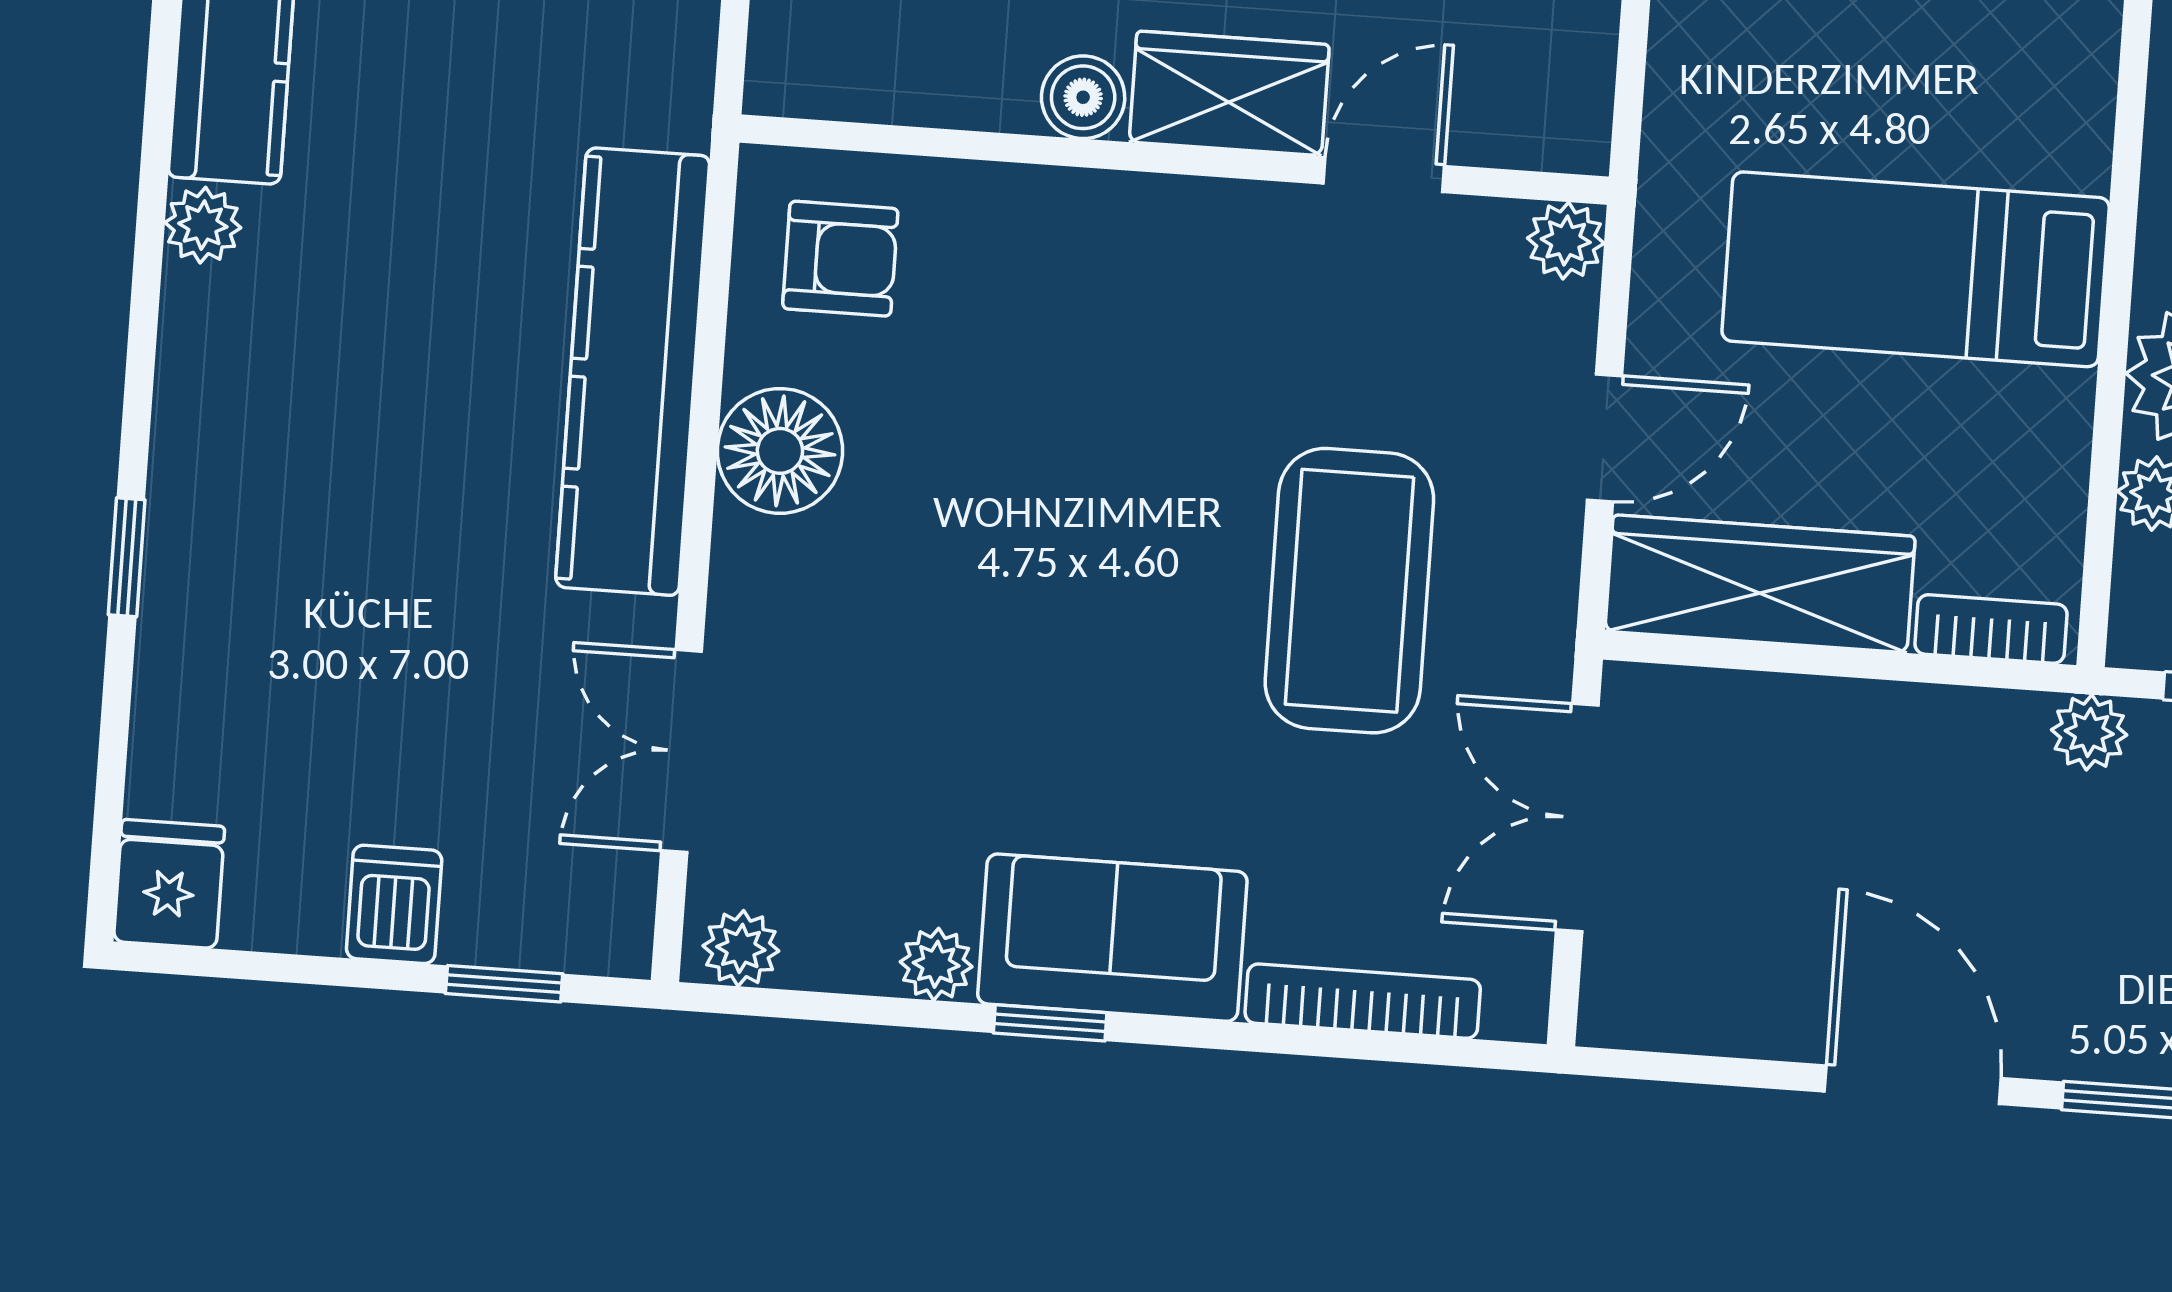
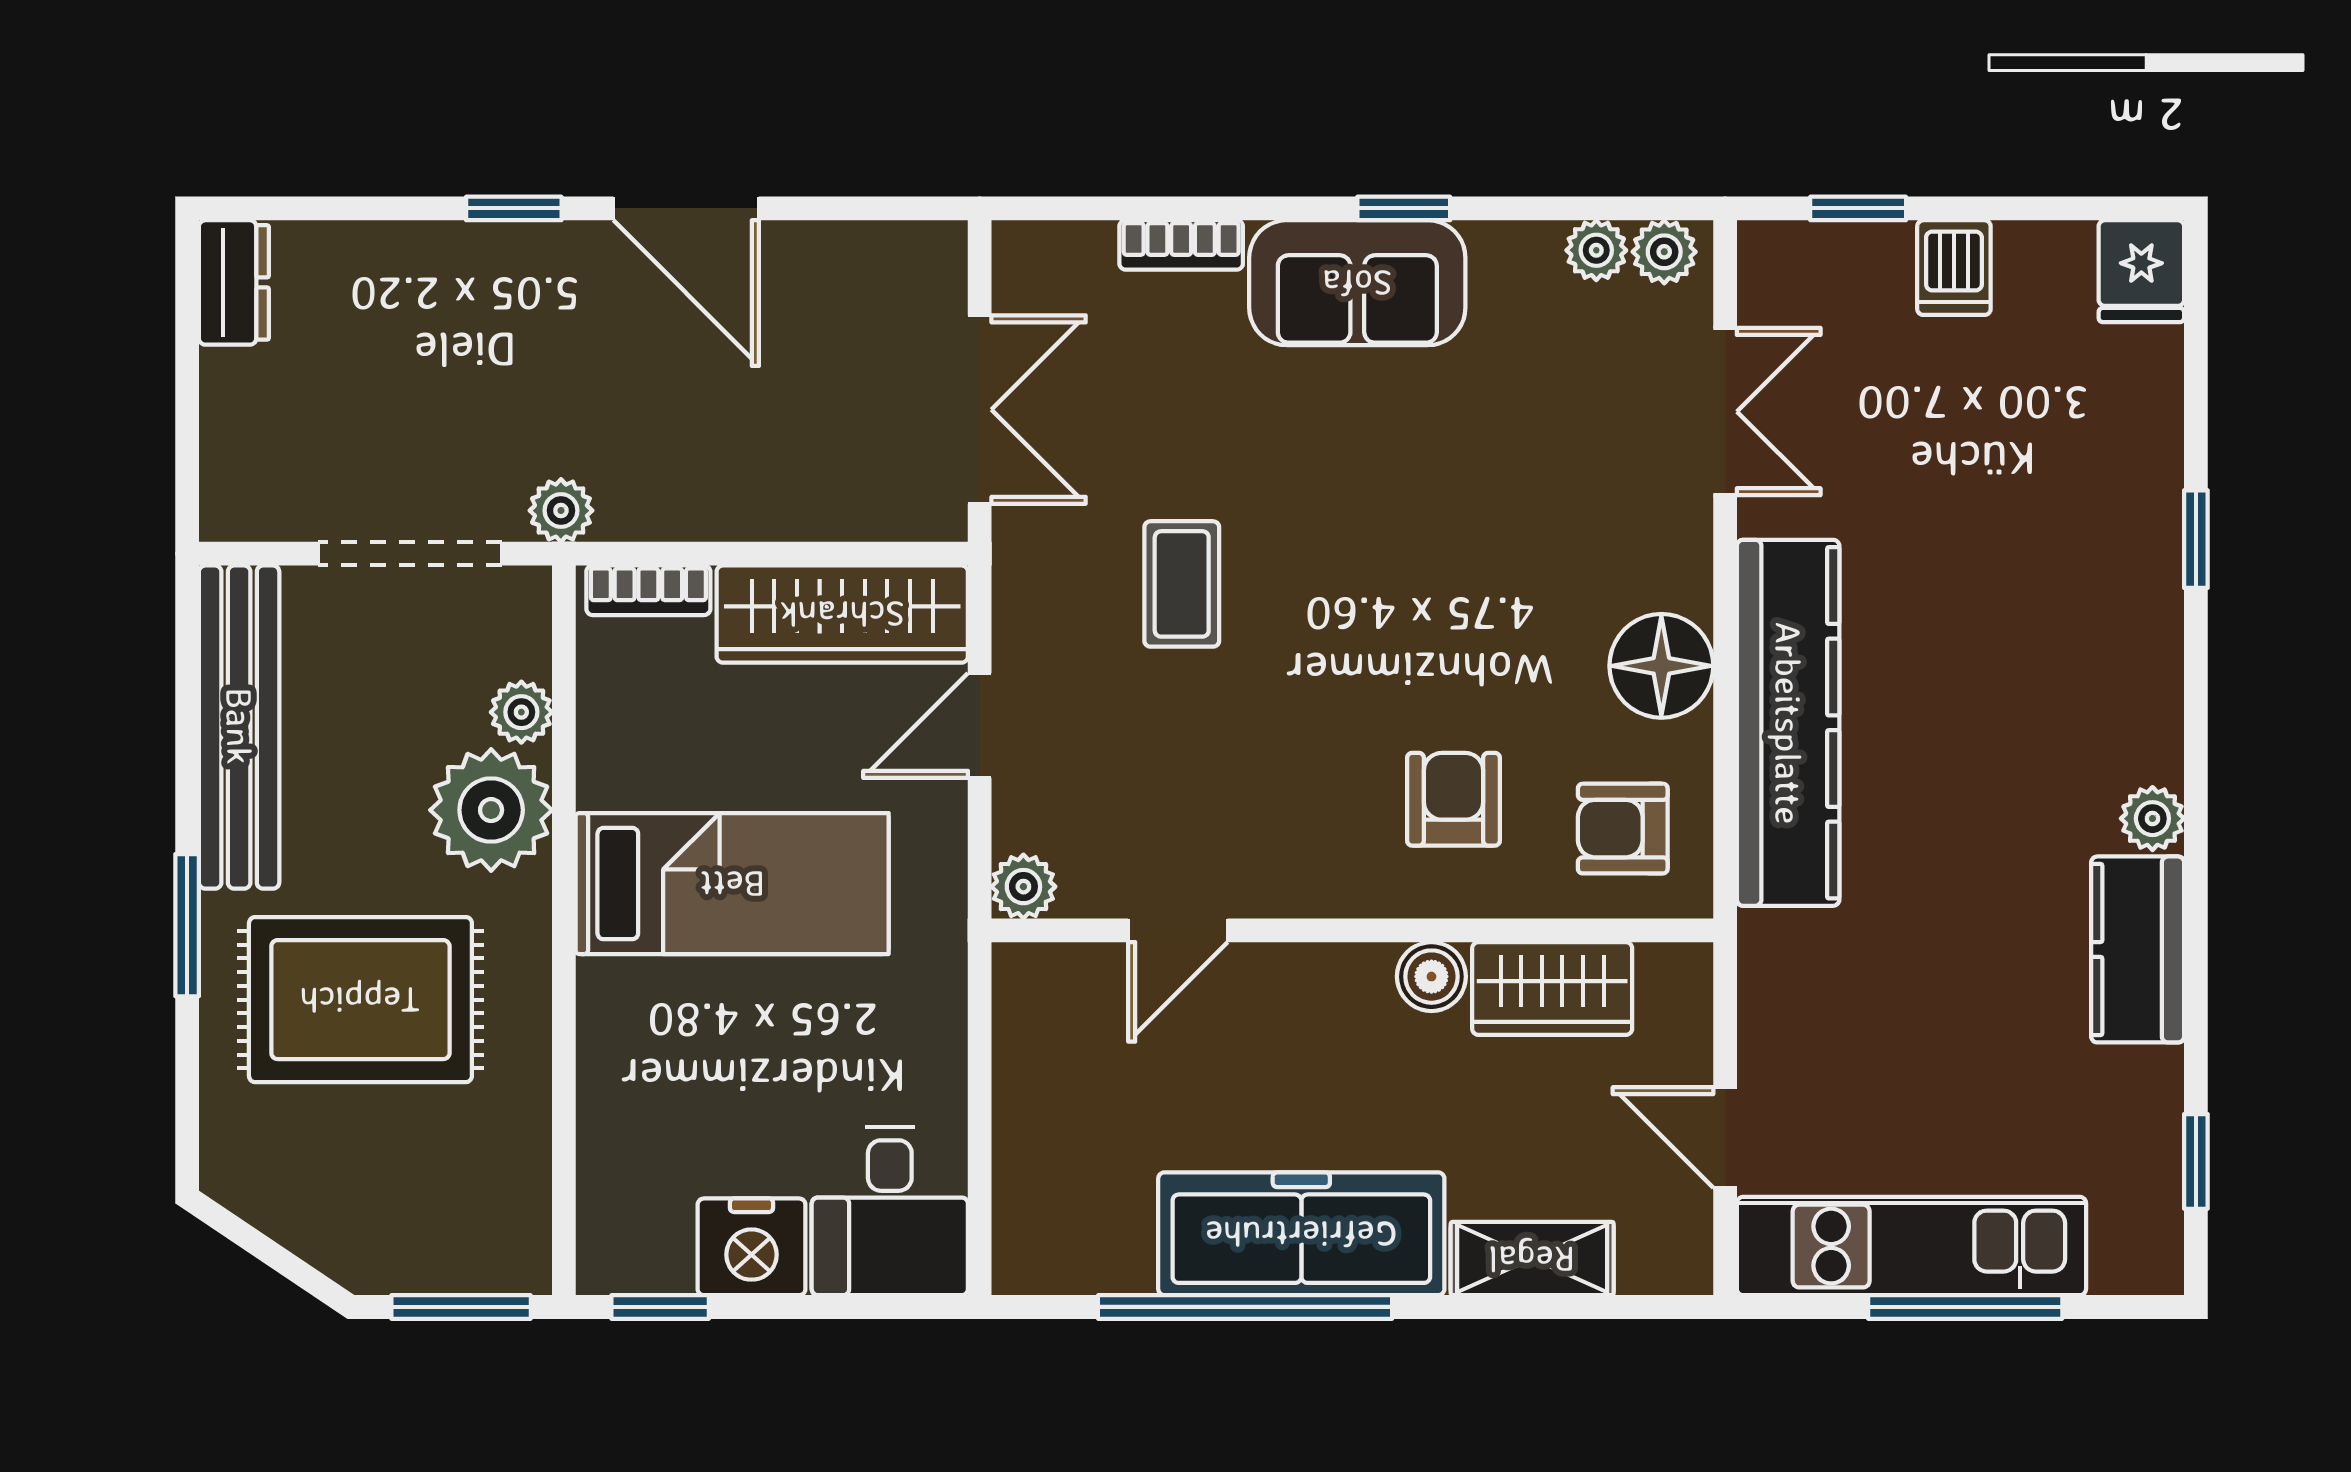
wardrobe: (1229, 93) -> (1552, 989), moved
armchair: (1041, 309) -> (1453, 799), added
coffee table: (1349, 591) -> (1182, 584), width x0.54, depth x0.58
plant: (936, 964) -> (1596, 250), moved
bookcase: (1363, 1001) -> (1181, 245), width x0.64

